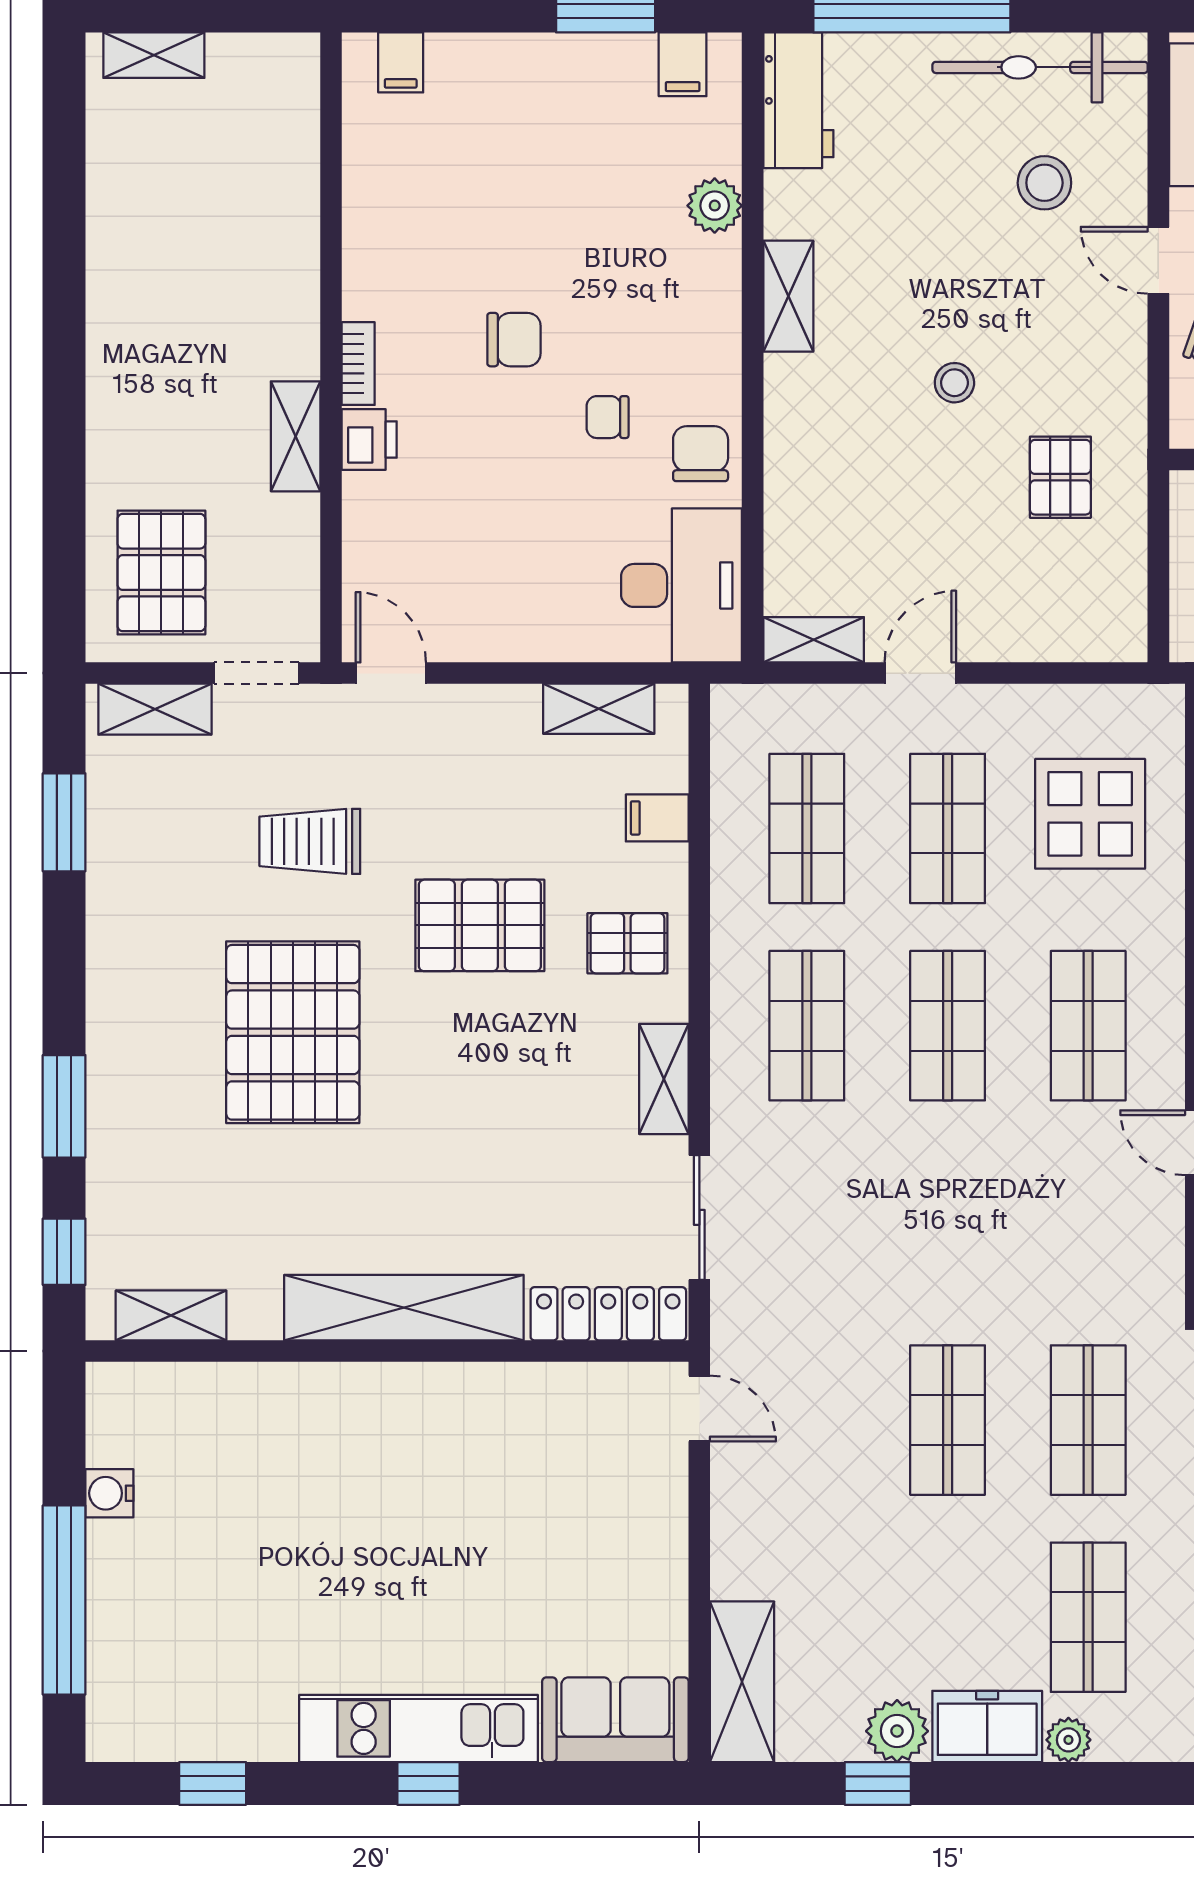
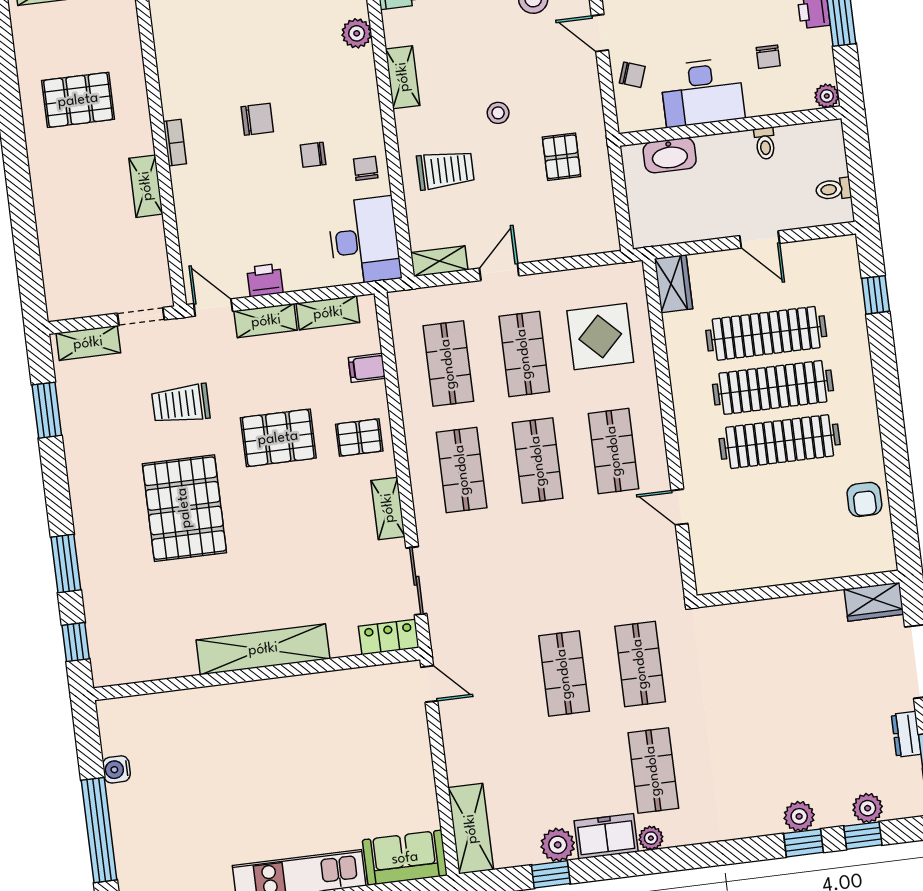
printer: (369, 439) -> (265, 280), moved, turned -90
chair: (701, 454) -> (366, 168), width x0.73, depth x0.73
trolley: (846, 475) -> (445, 170), added
pallet: (161, 572) -> (78, 100), moved, turned 90
locker: (608, 1314) -> (389, 637), width x0.66
shelving: (171, 1315) -> (266, 321), moved

